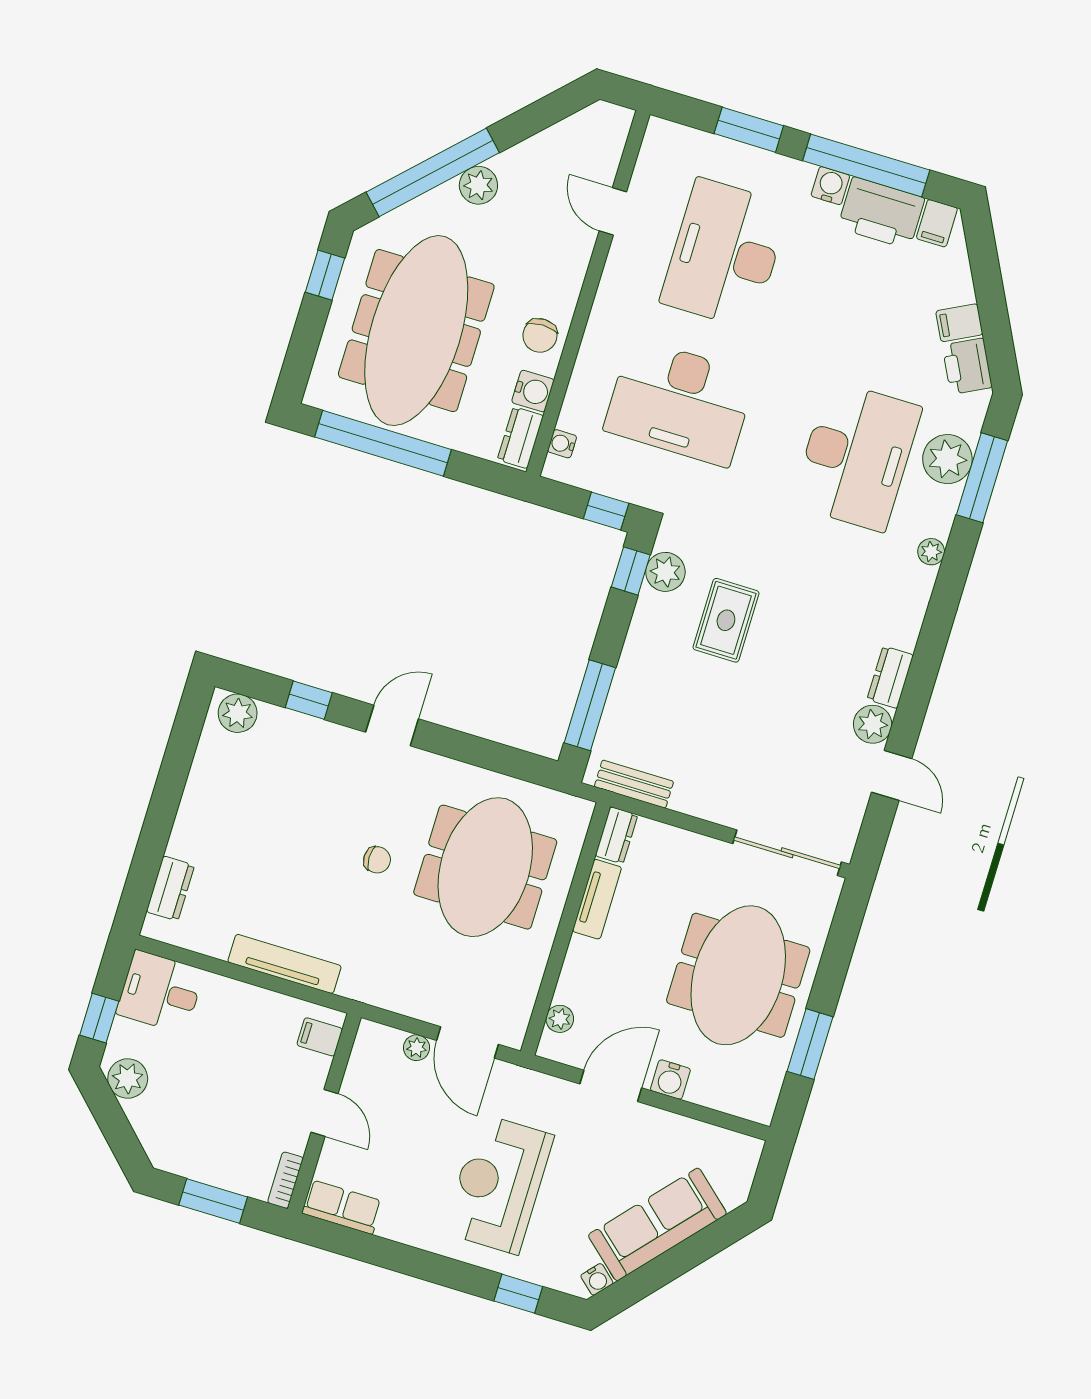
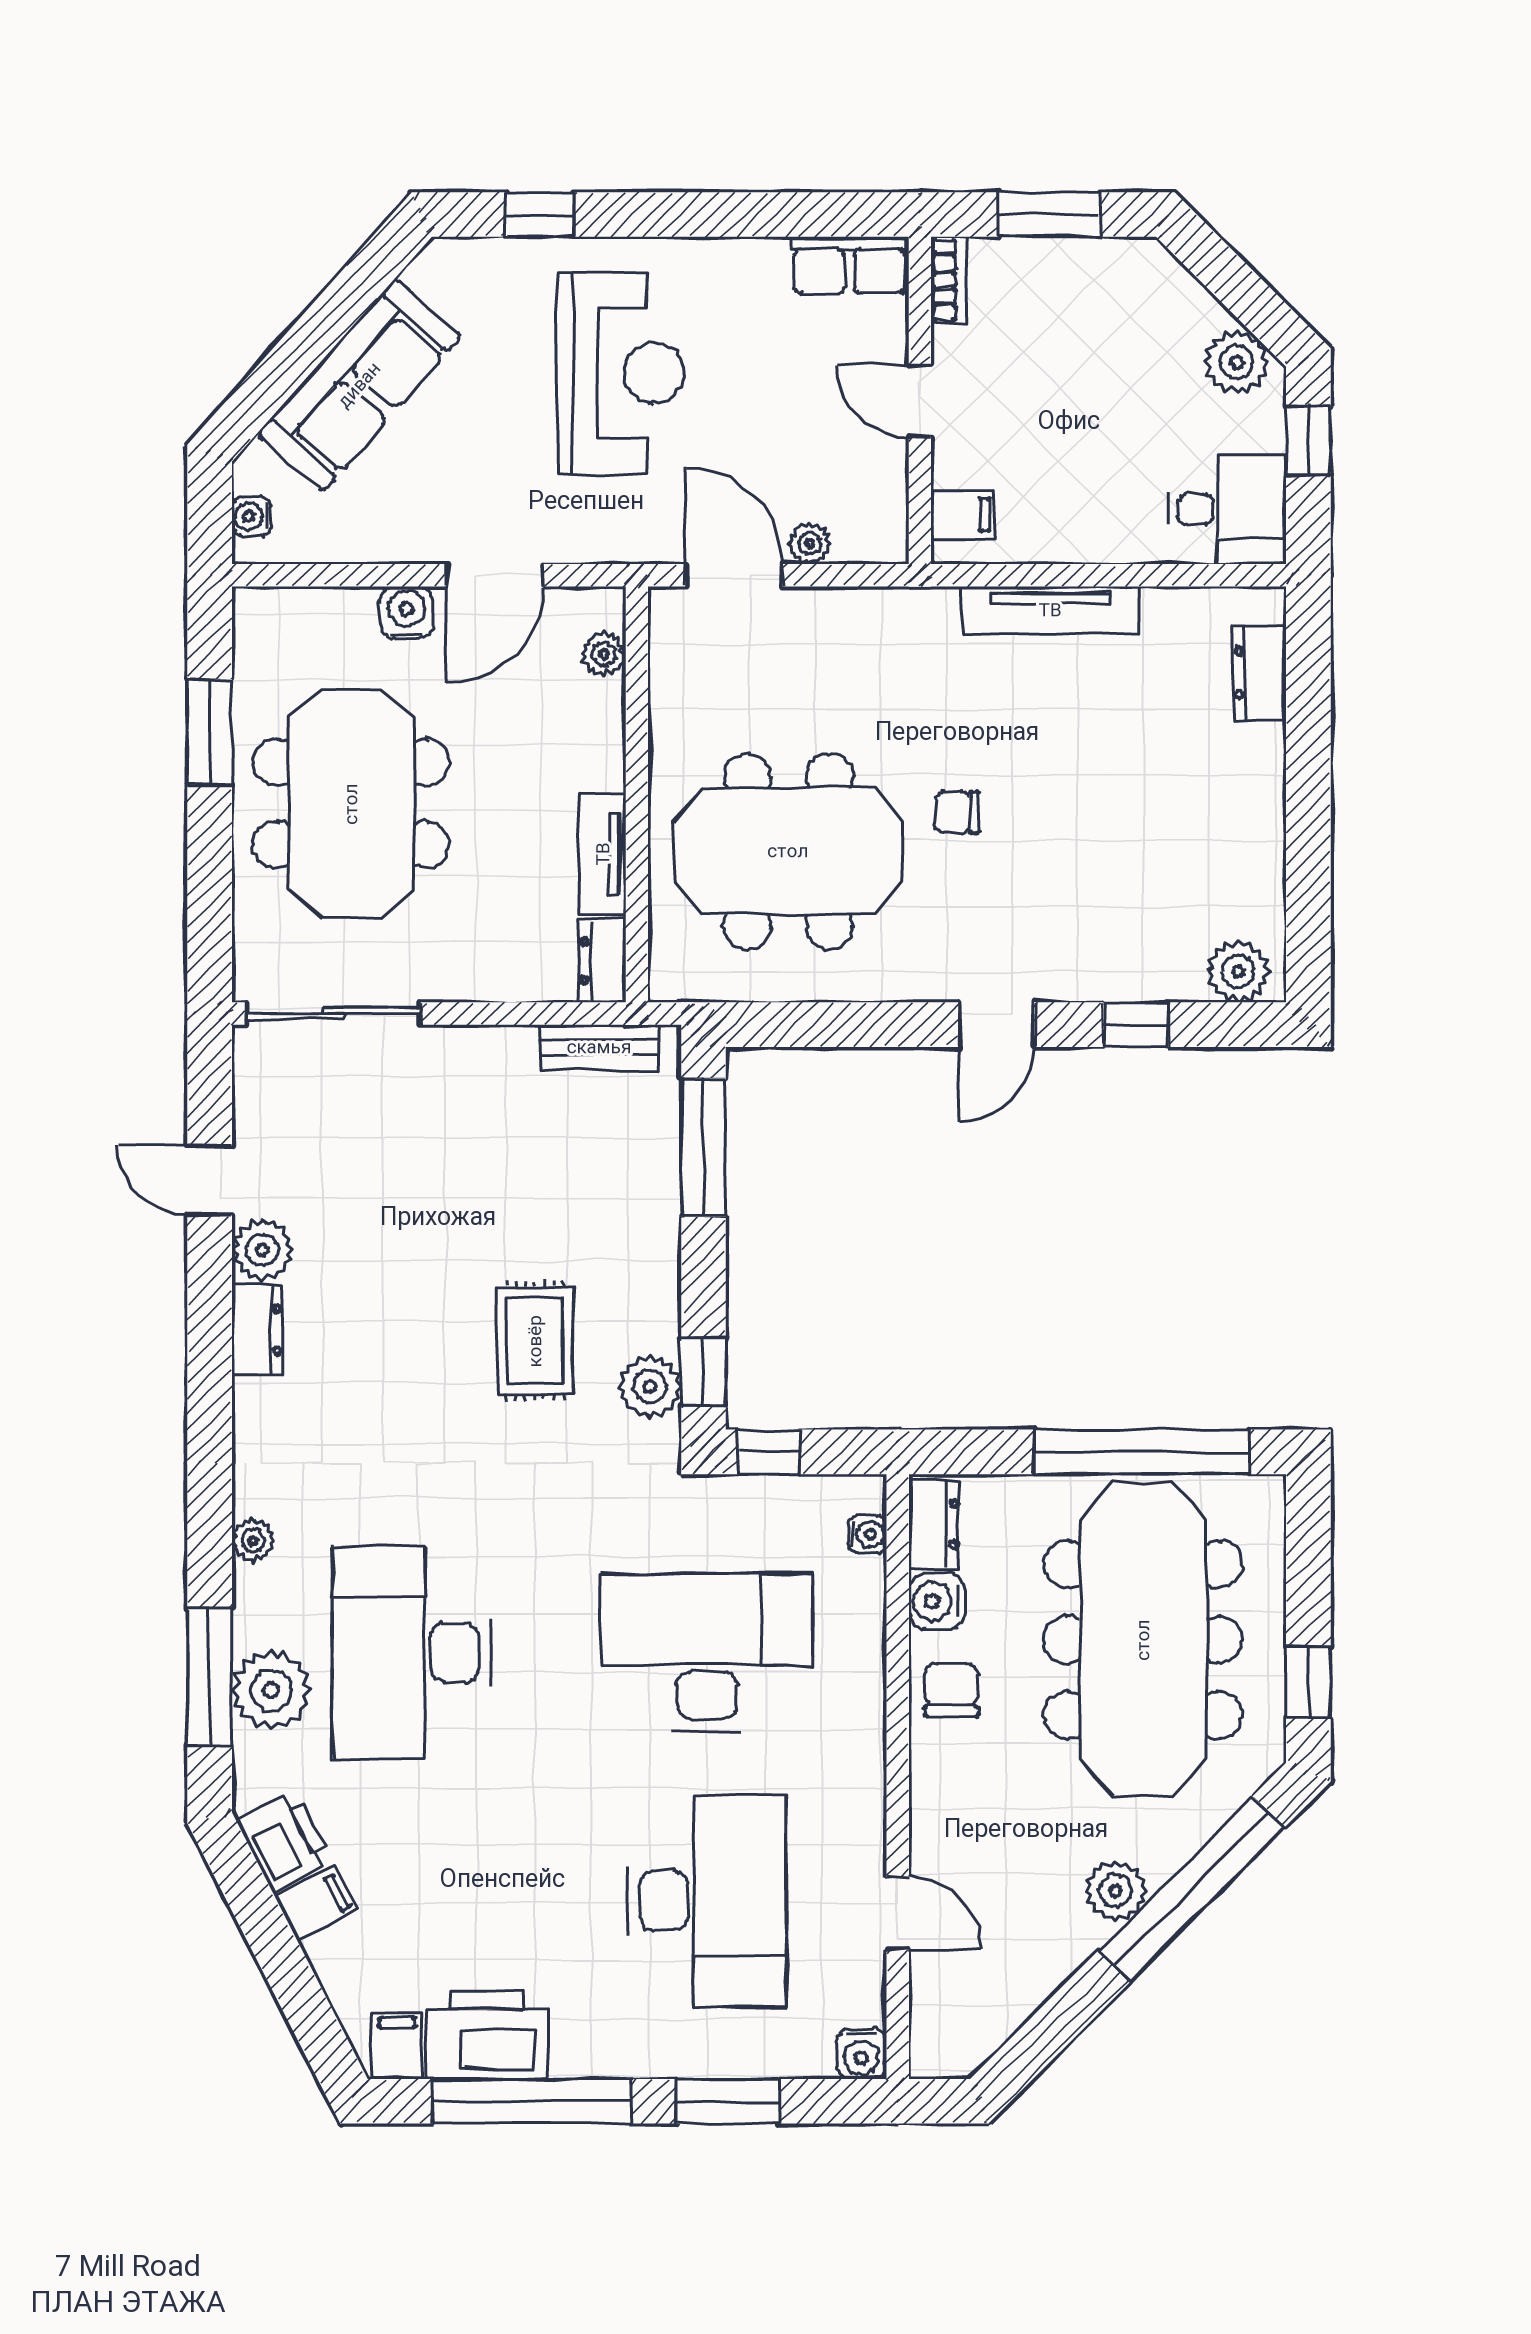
water cooler: (830, 186) -> (861, 2054), moved
meeting table: (485, 867) -> (788, 851), turned 90
water cooler: (597, 1279) -> (252, 516), moved, turned -42

